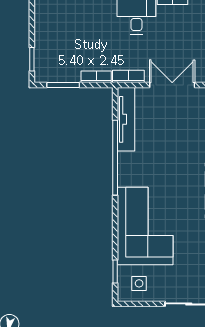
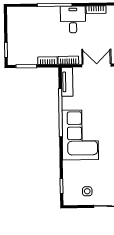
tv unit: (126, 119) -> (67, 82), width x0.71
corner sofa: (145, 226) -> (80, 135), moved
side table: (139, 283) -> (87, 191), moved

